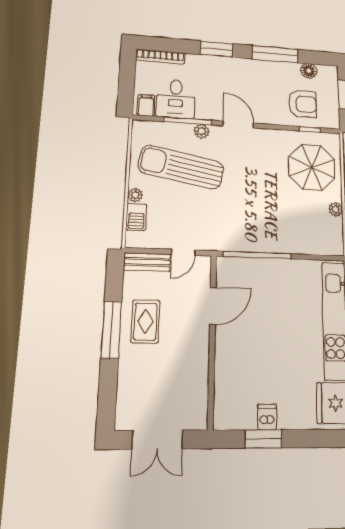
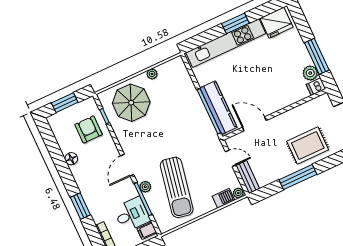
window: (275, 54) -> (61, 165), removed
floor lamp: (309, 71) -> (71, 159), moved
plant: (135, 195) -> (238, 193), moved
kitchen counter: (256, 270) -> (218, 108), added
rug: (145, 321) -> (308, 145), moved, width x1.36, depth x1.43
dishwasher: (267, 417) -> (316, 87), moved
plant: (245, 418) -> (310, 73), added
window: (263, 439) -> (317, 56), width x1.44

